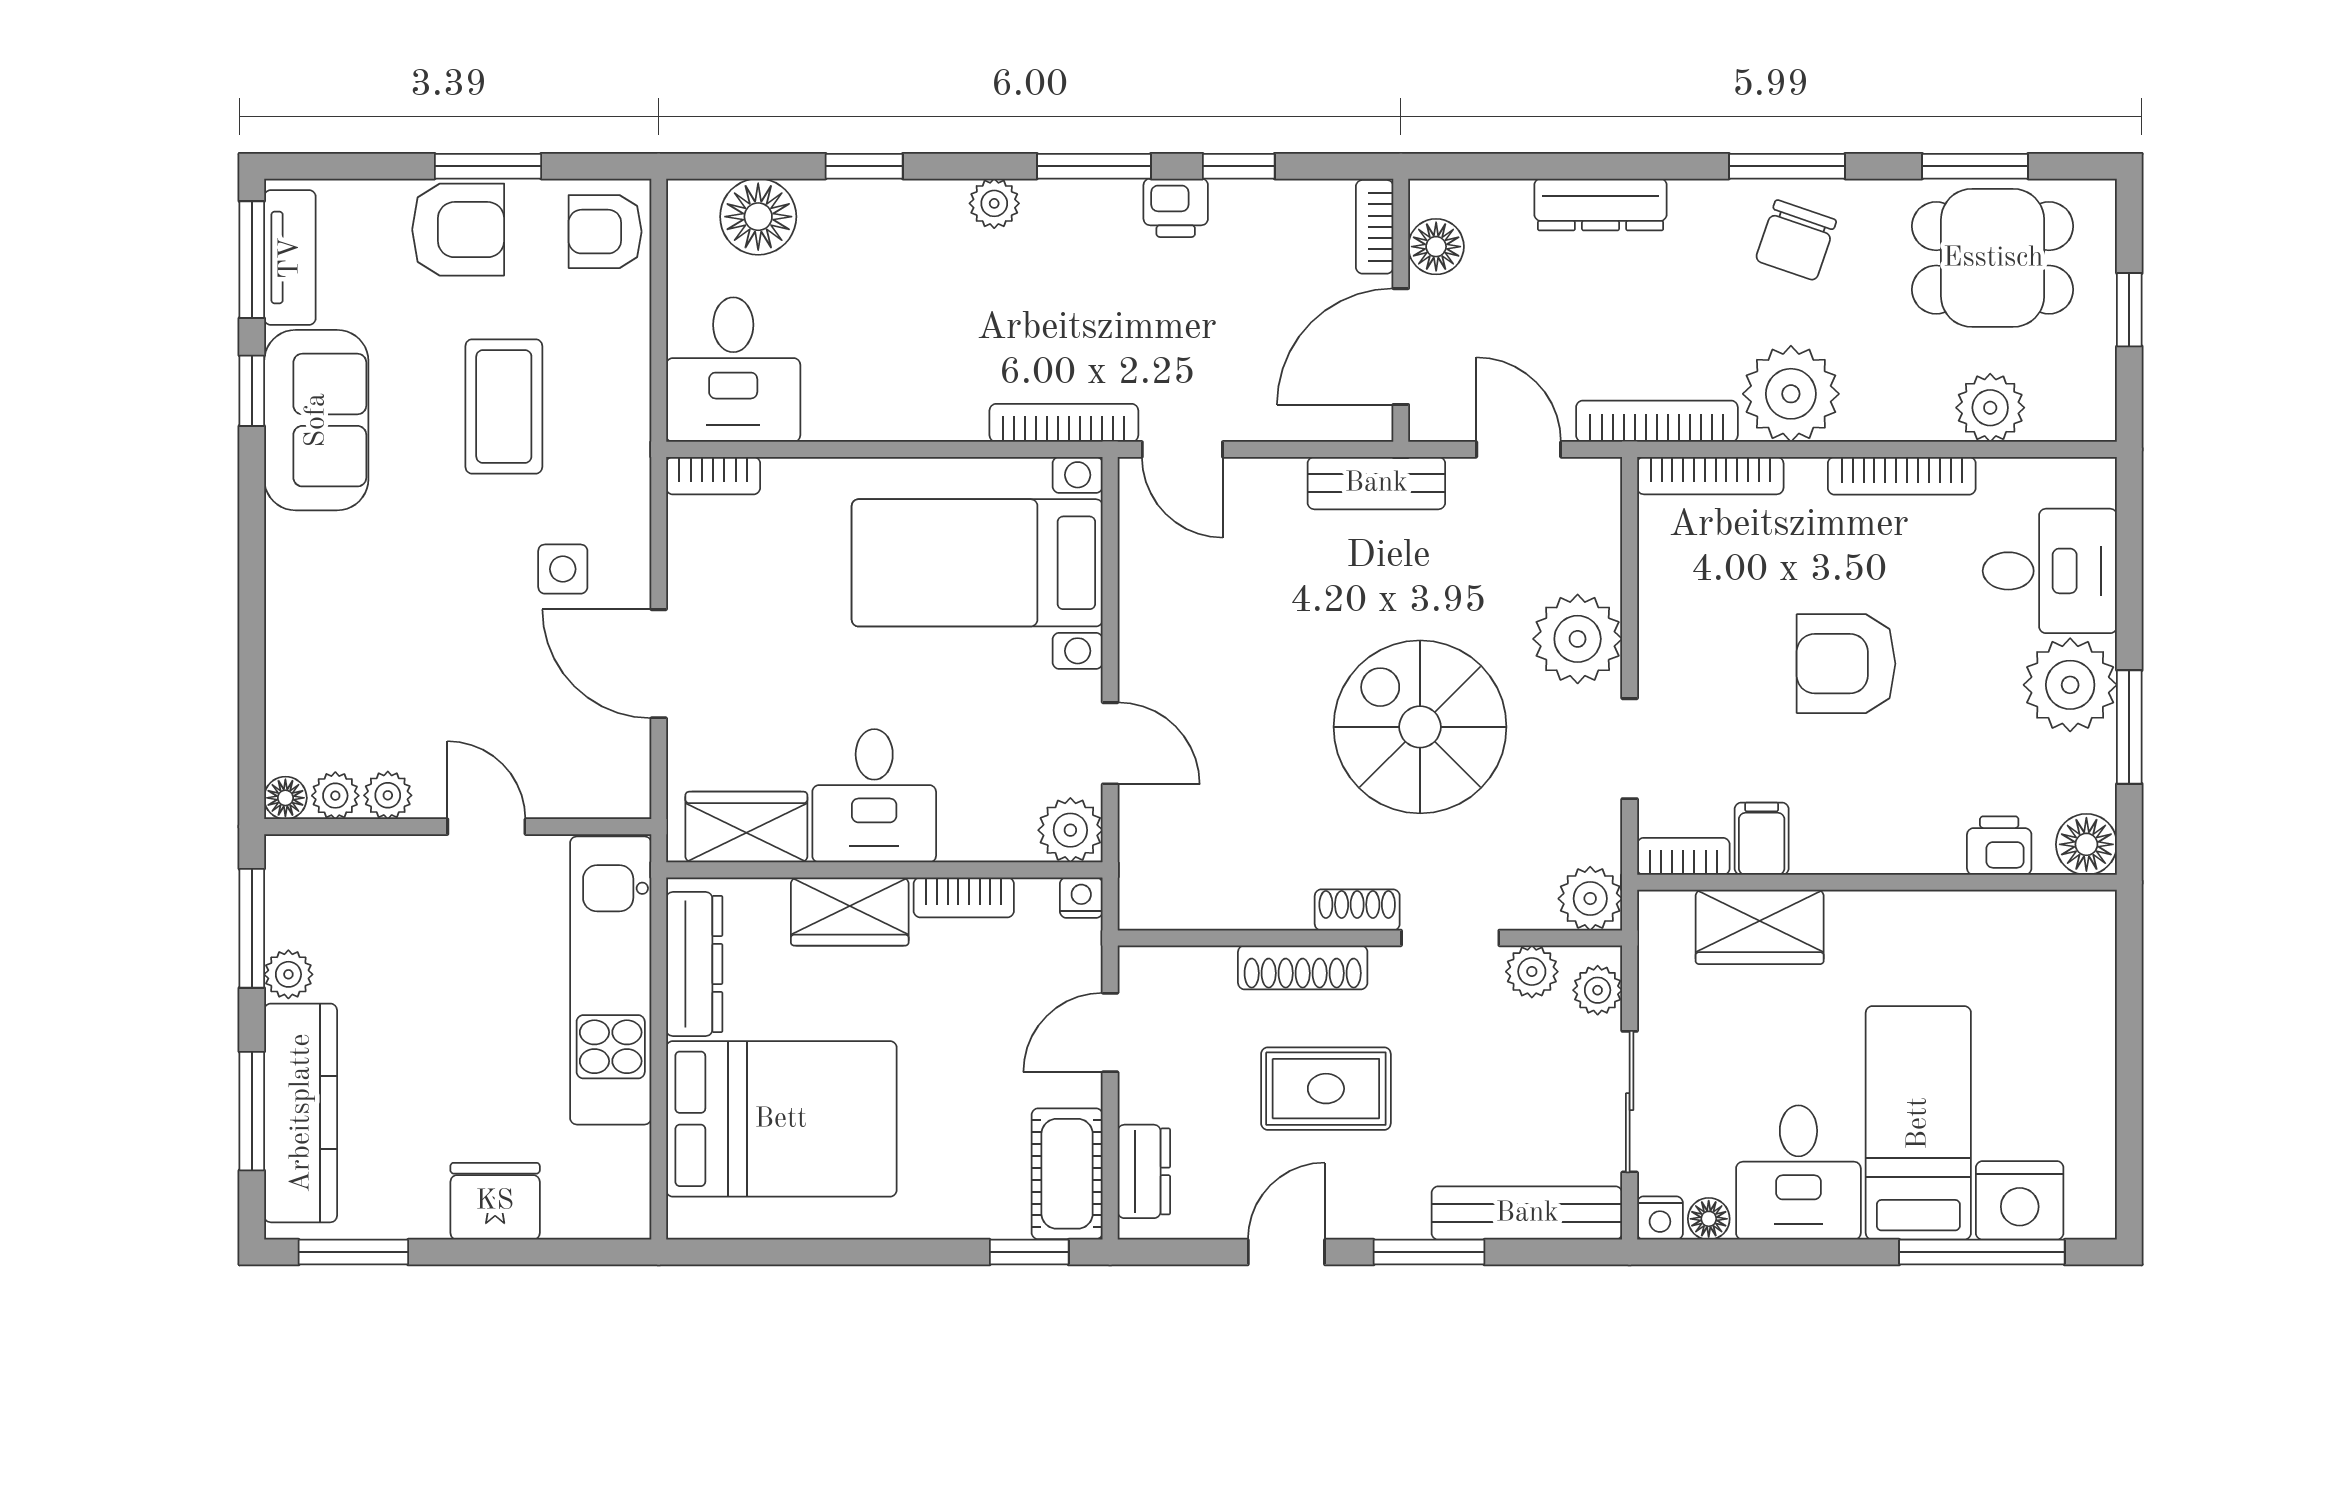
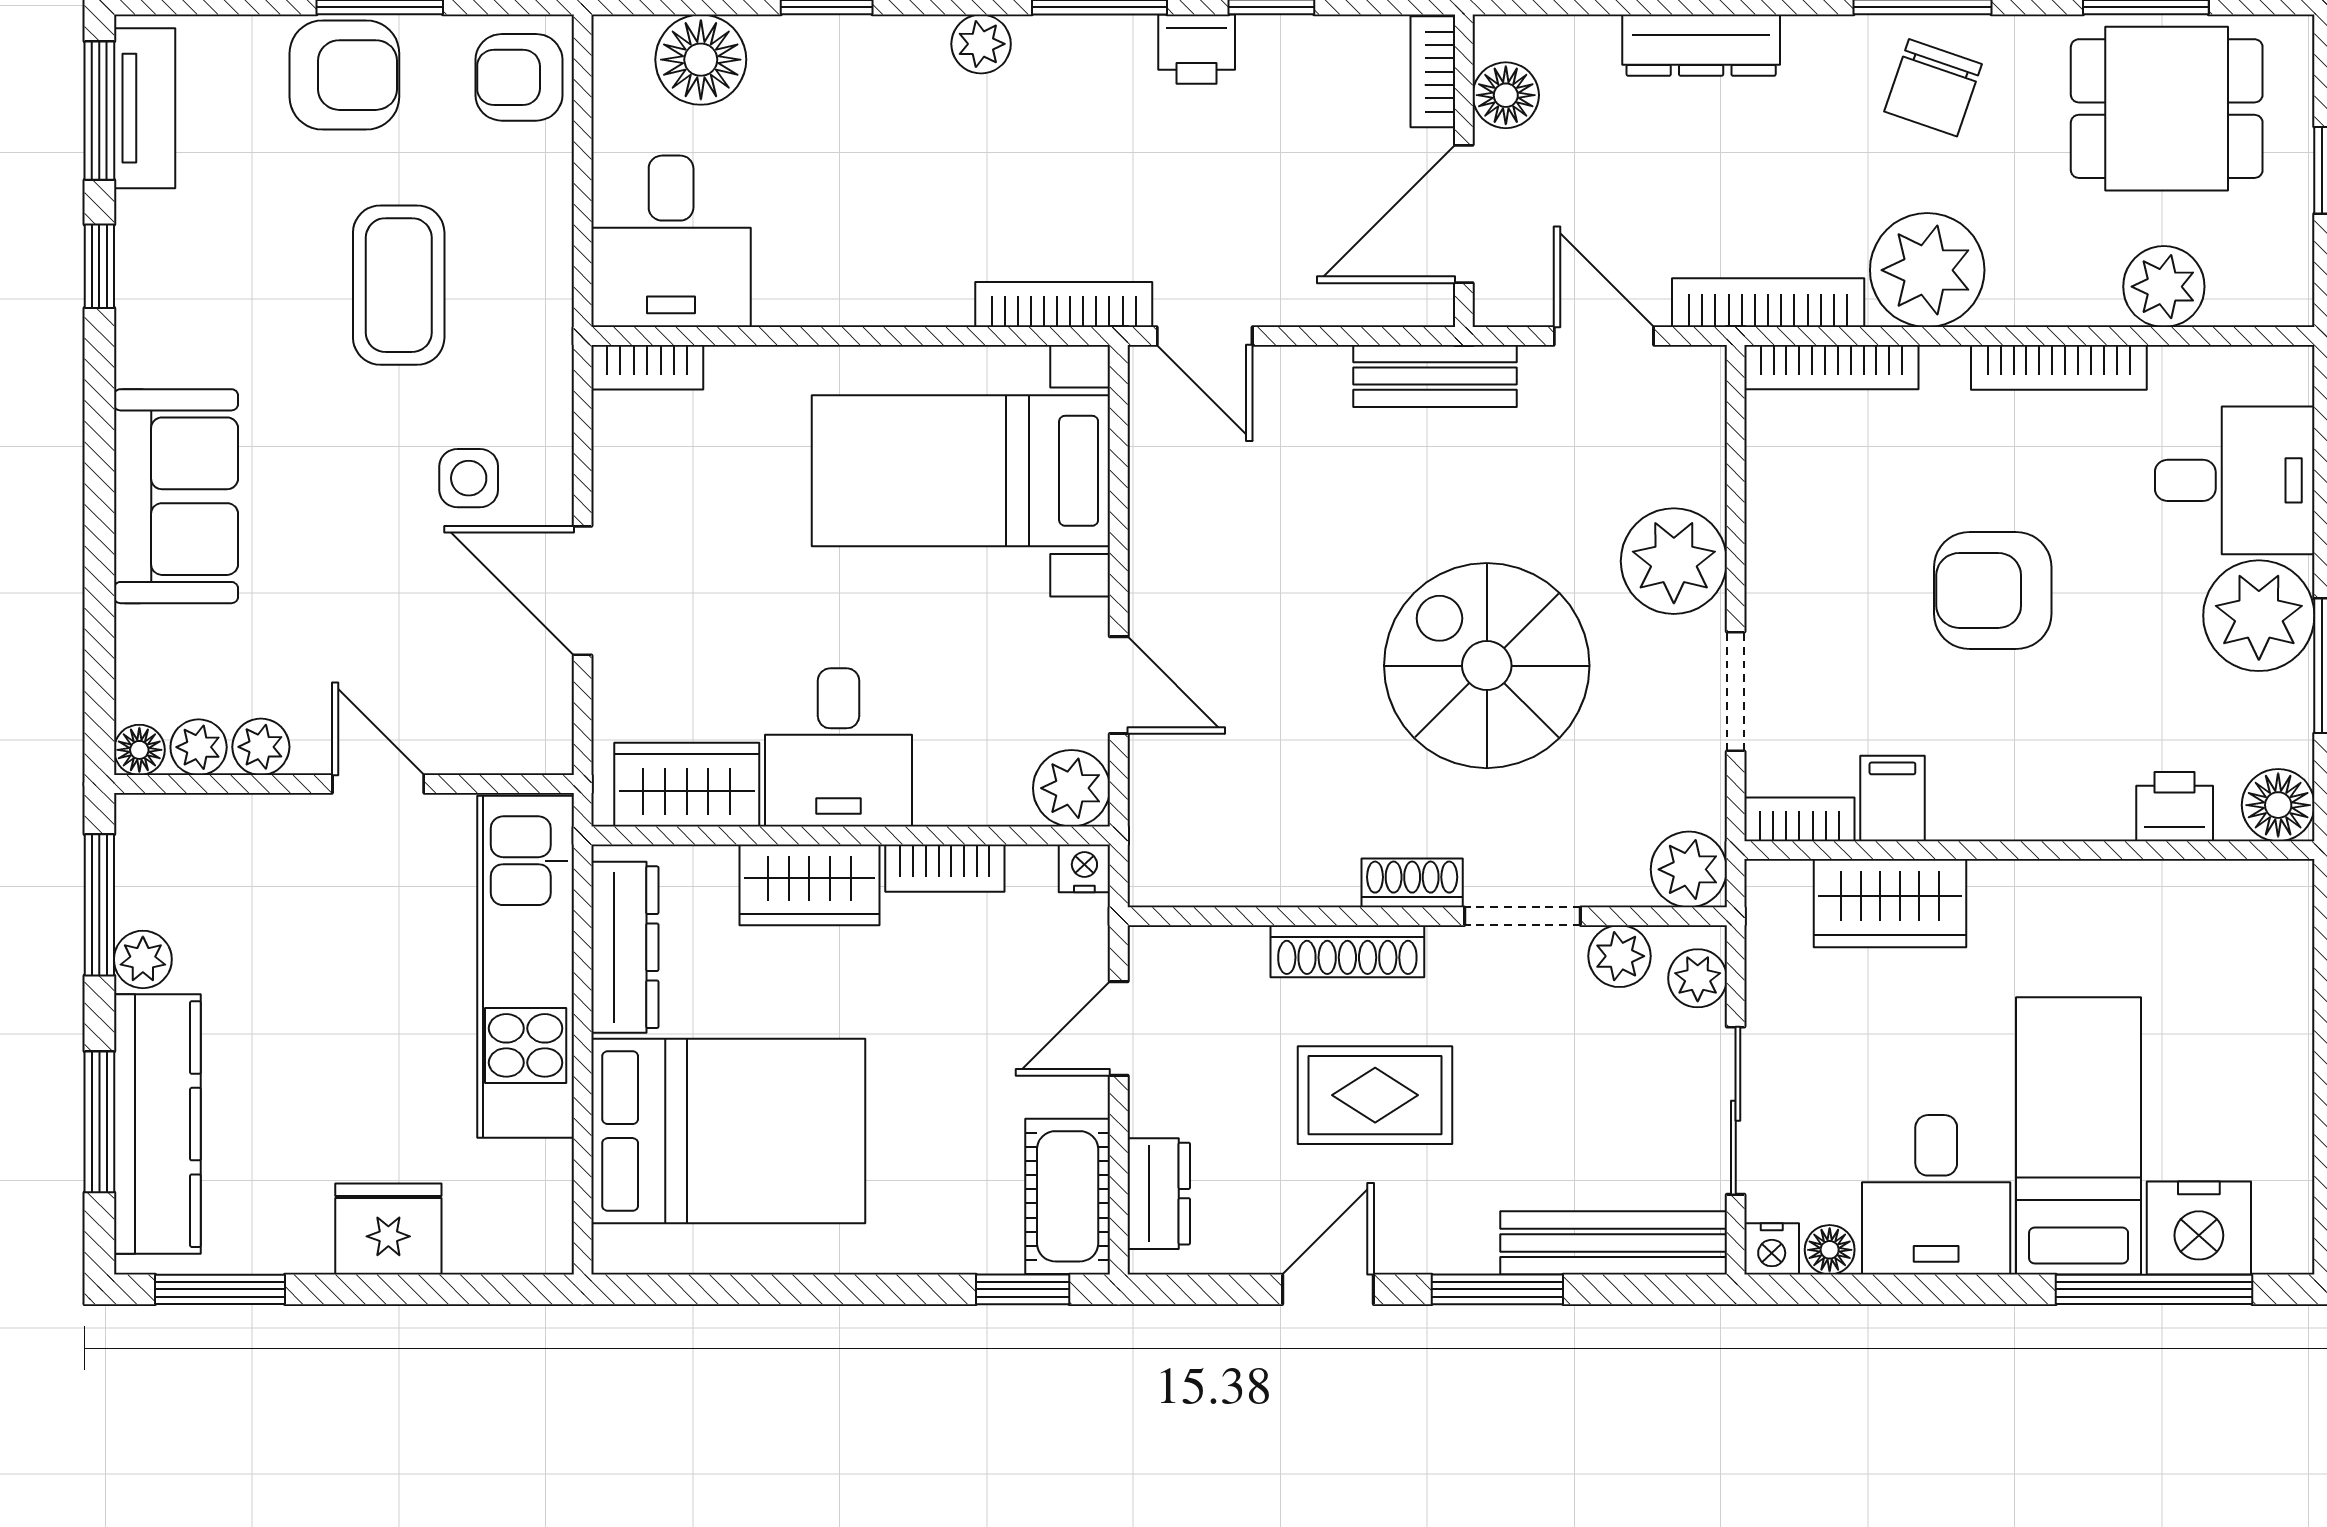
sofa: (316, 420) -> (176, 496), moved

